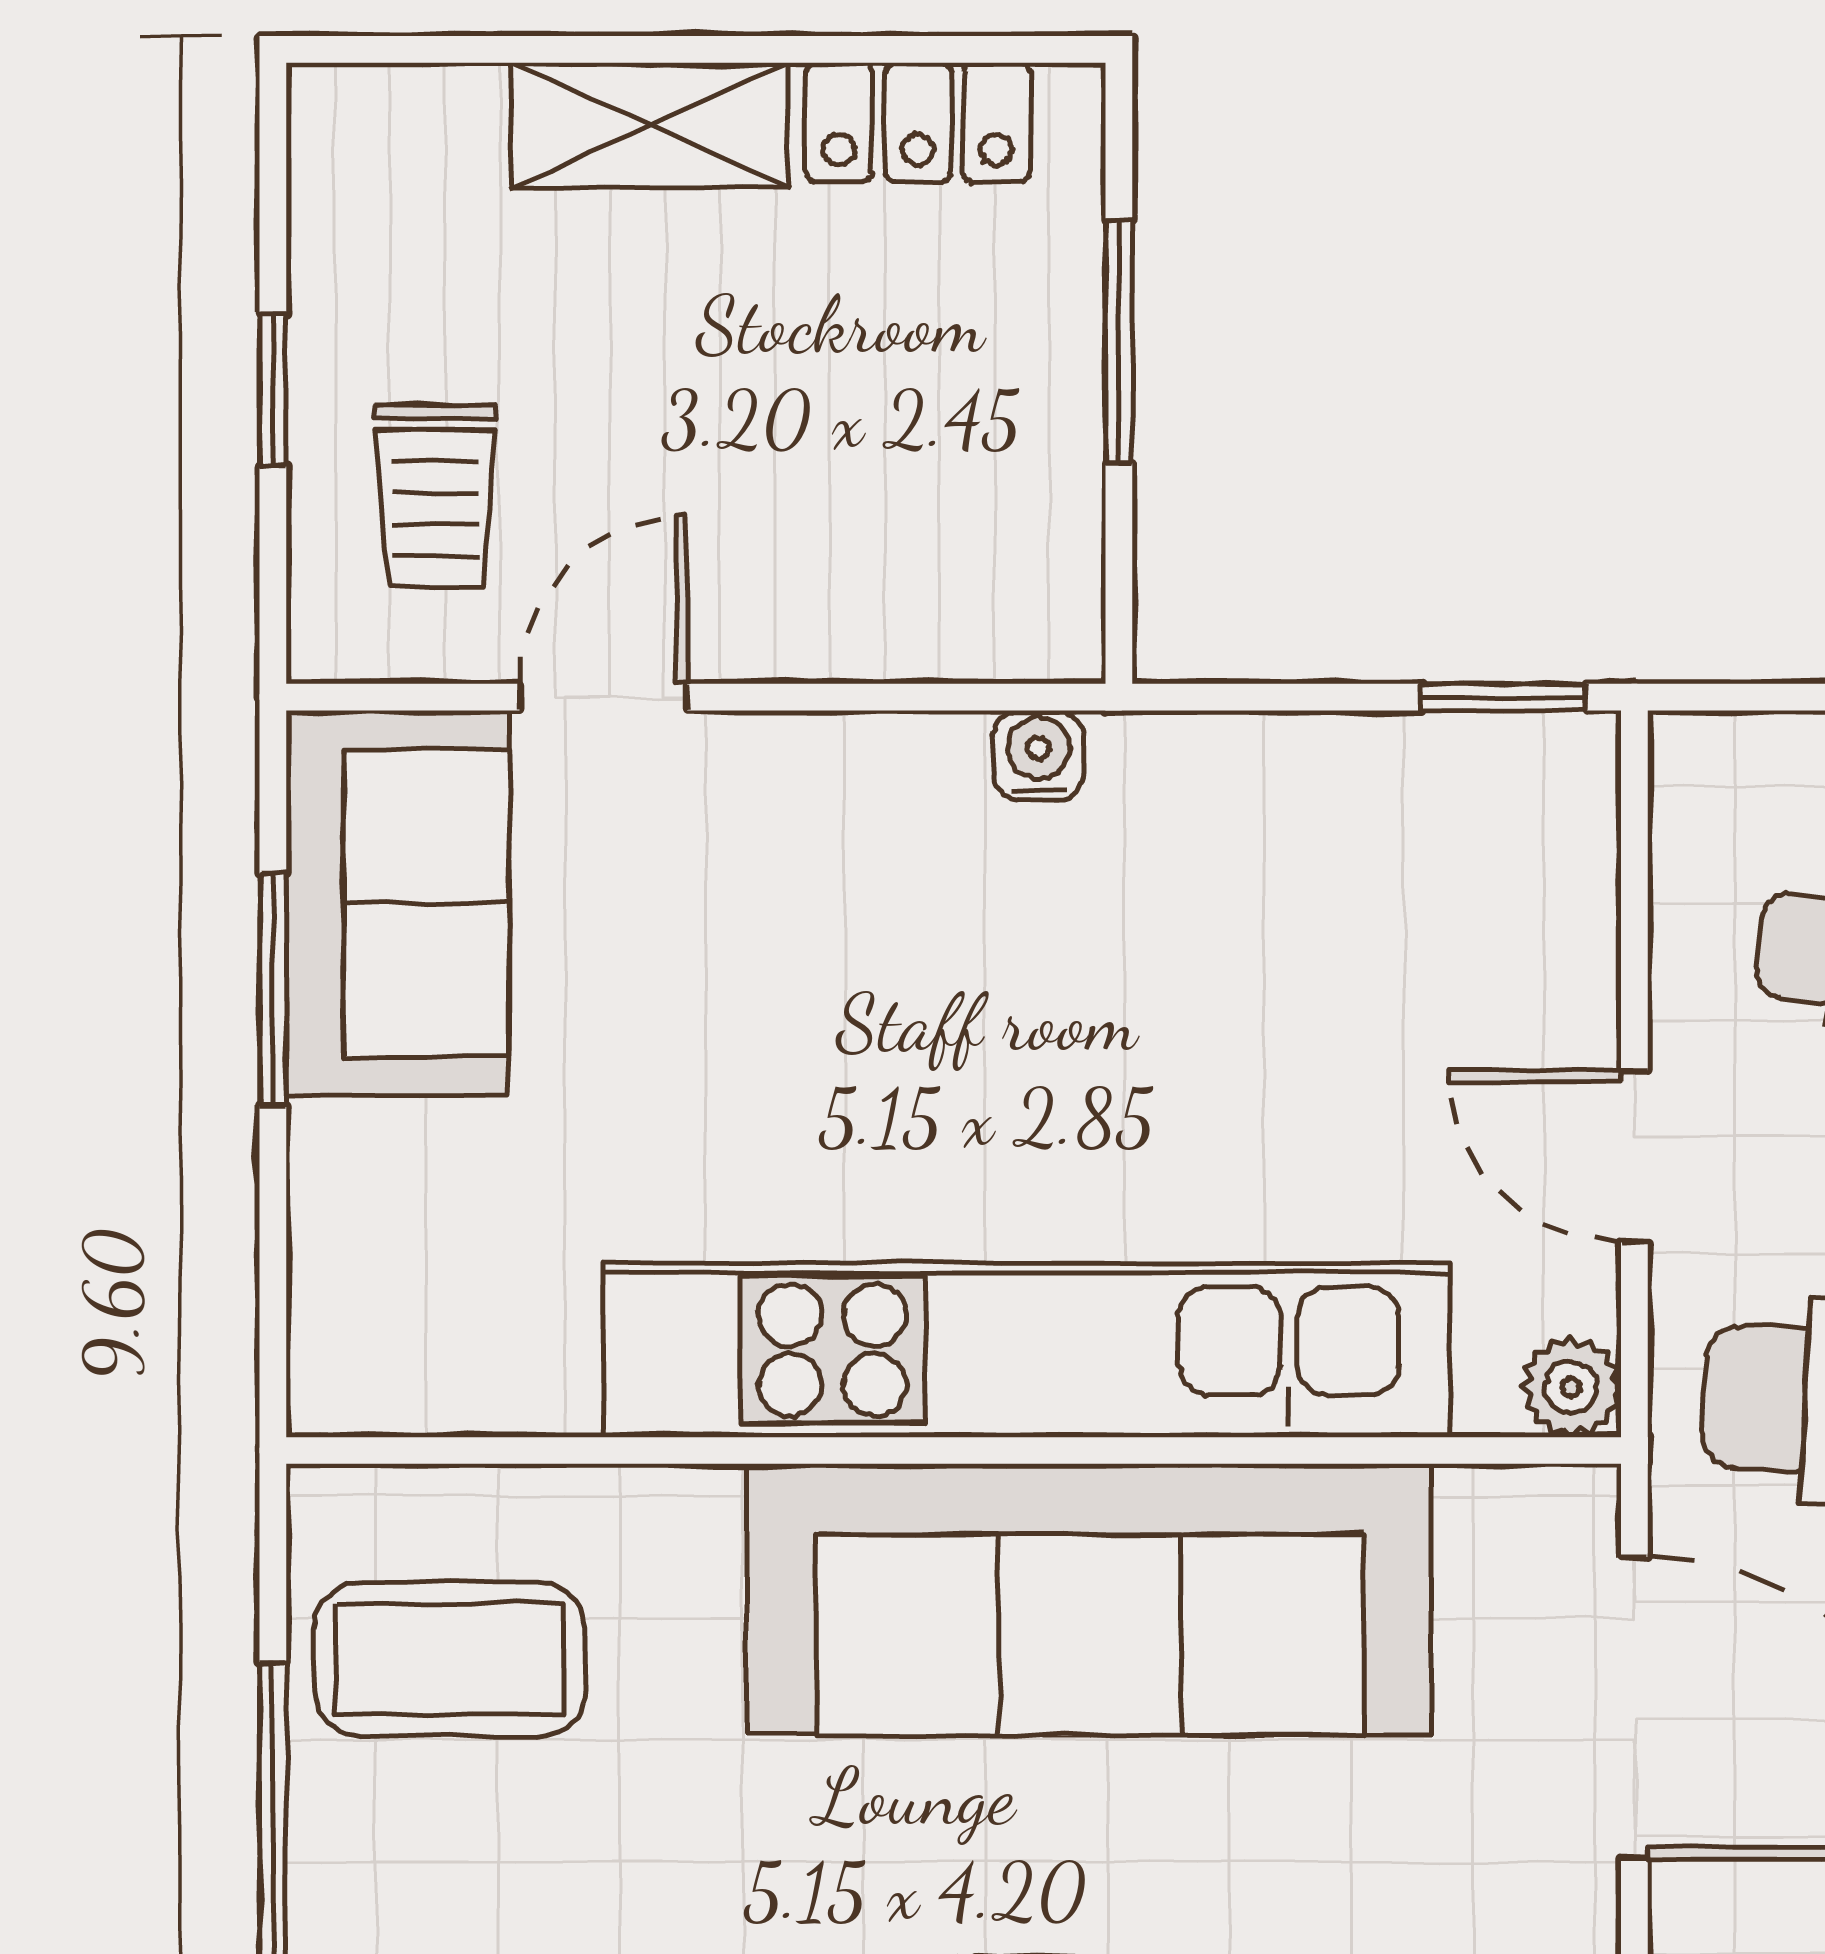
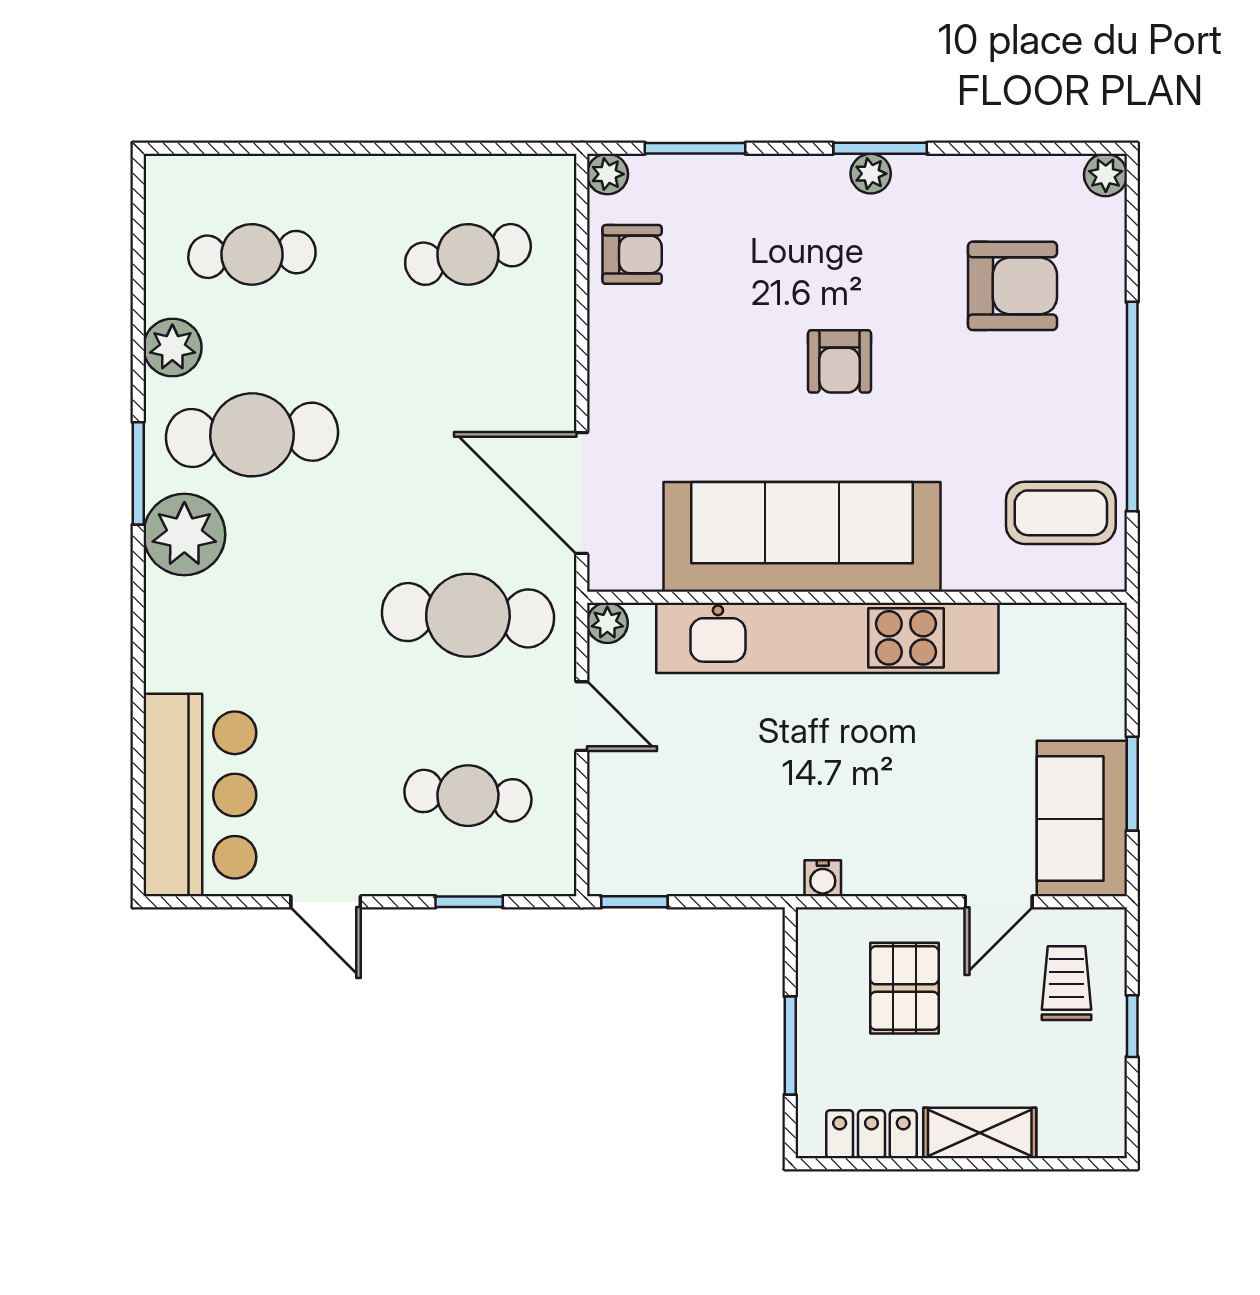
pallet: (836, 484) -> (904, 988), added

